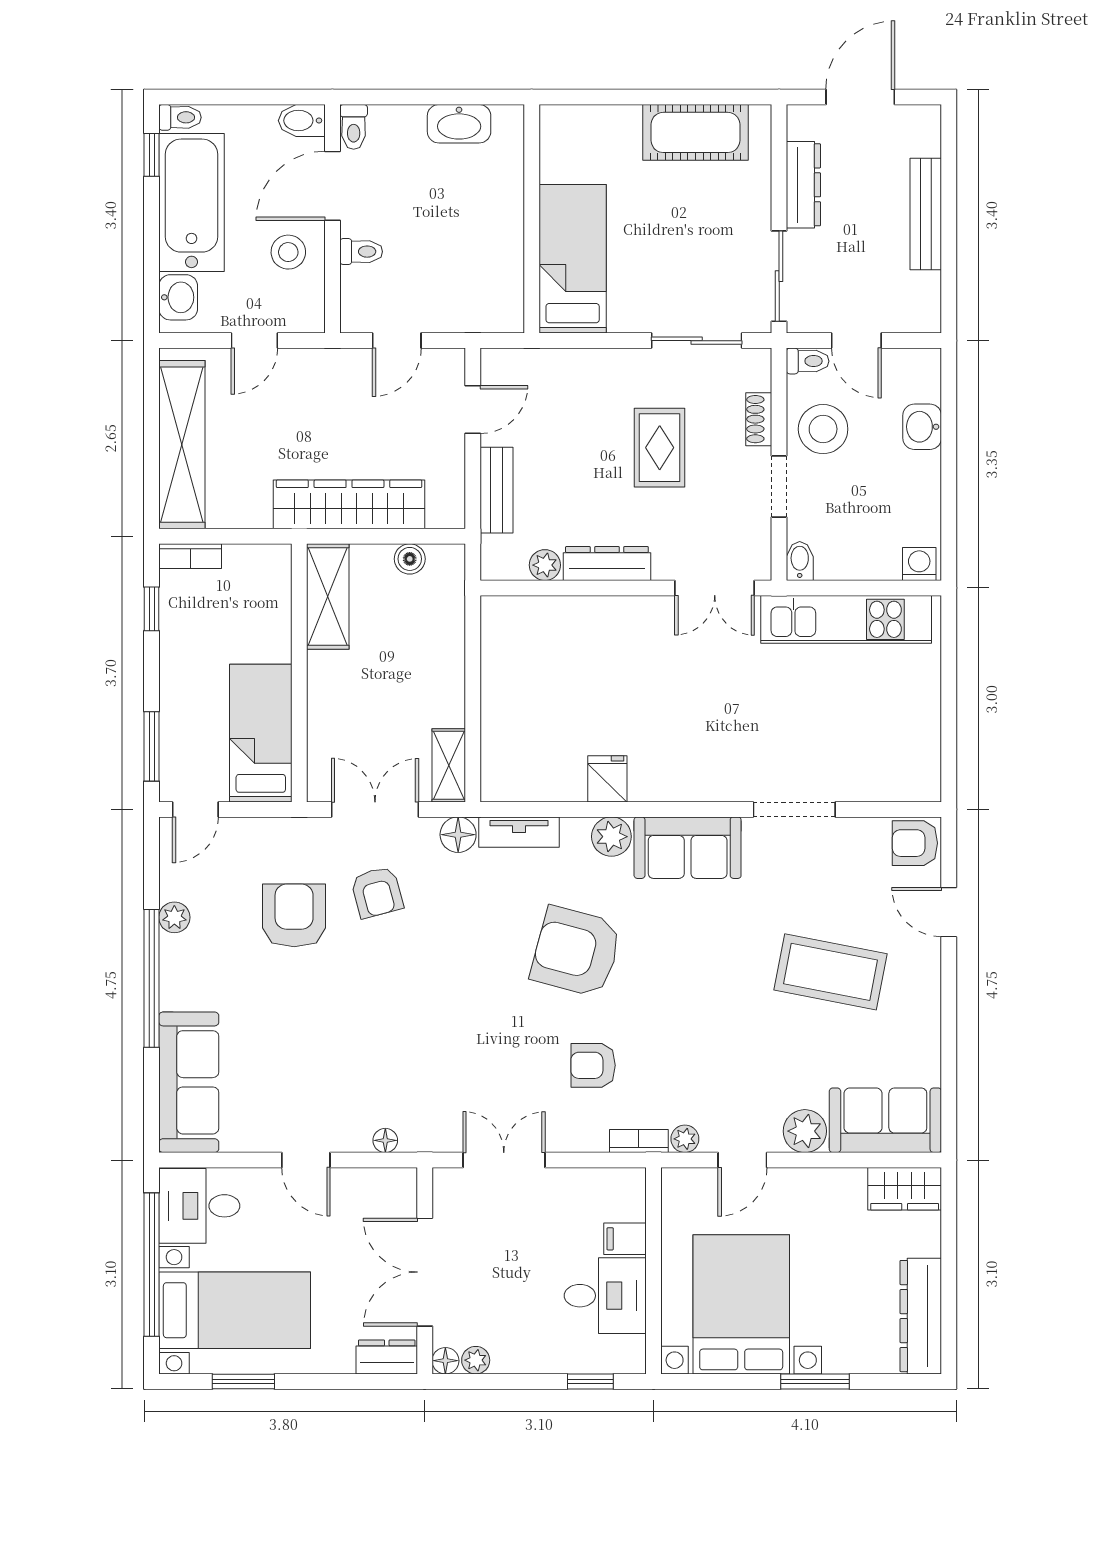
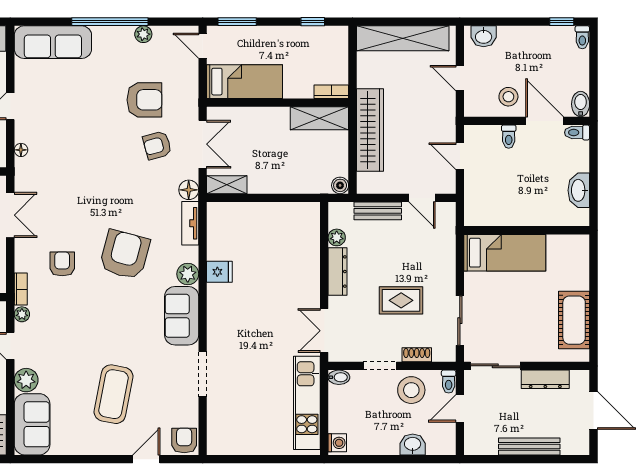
bathtub: (192, 202) -> (536, 44), removed
bookcase: (190, 556) -> (331, 92), moved, turned 90
boiler: (410, 559) -> (340, 185), moved

